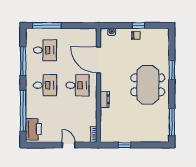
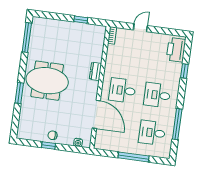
window: (47, 26) -> (133, 157), moved
meeting table: (148, 85) -> (47, 81), turned 90
window: (23, 111) -> (184, 71), width x0.32
door: (69, 145) -> (140, 28), swing flipped

